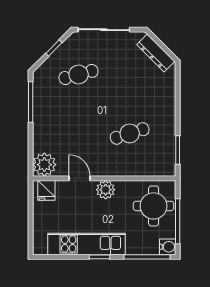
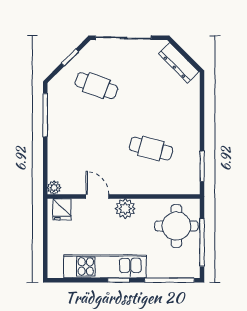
cafe table: (79, 74) -> (96, 86), turned 36
cafe table: (130, 133) -> (151, 149), turned 33
plant: (44, 165) -> (54, 188), width x0.53, depth x0.53
water cooler: (168, 247) -> (191, 270), removed

